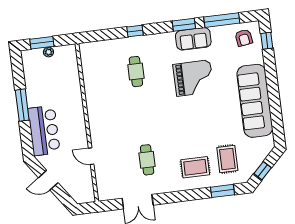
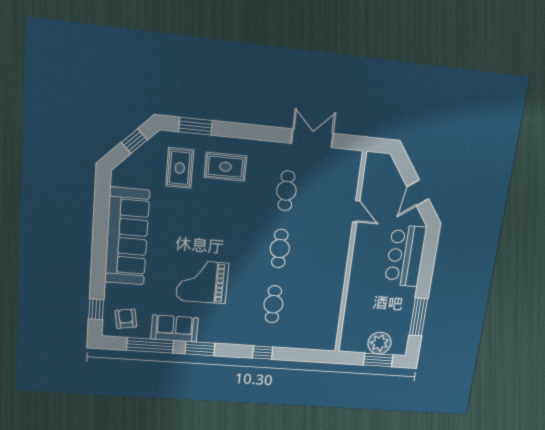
sofa: (193, 39) -> (174, 328), moved
plant: (48, 52) -> (380, 343), width x1.88, depth x1.88
window: (22, 105) -> (418, 317), moved
cafe table: (141, 116) -> (280, 249), added
door: (48, 180) -> (418, 193), swing flipped

